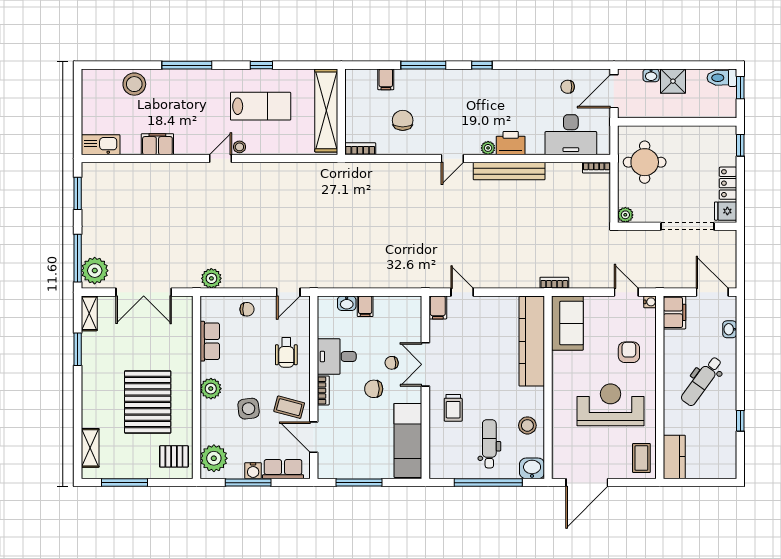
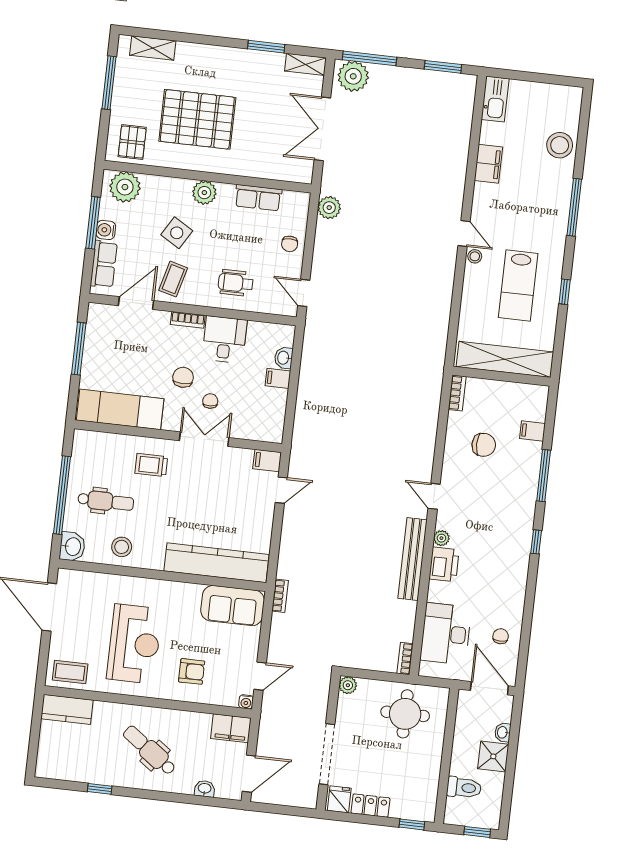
toilet: (722, 78) -> (464, 788), moved, turned 90
side table: (249, 409) -> (177, 233), turned 38

